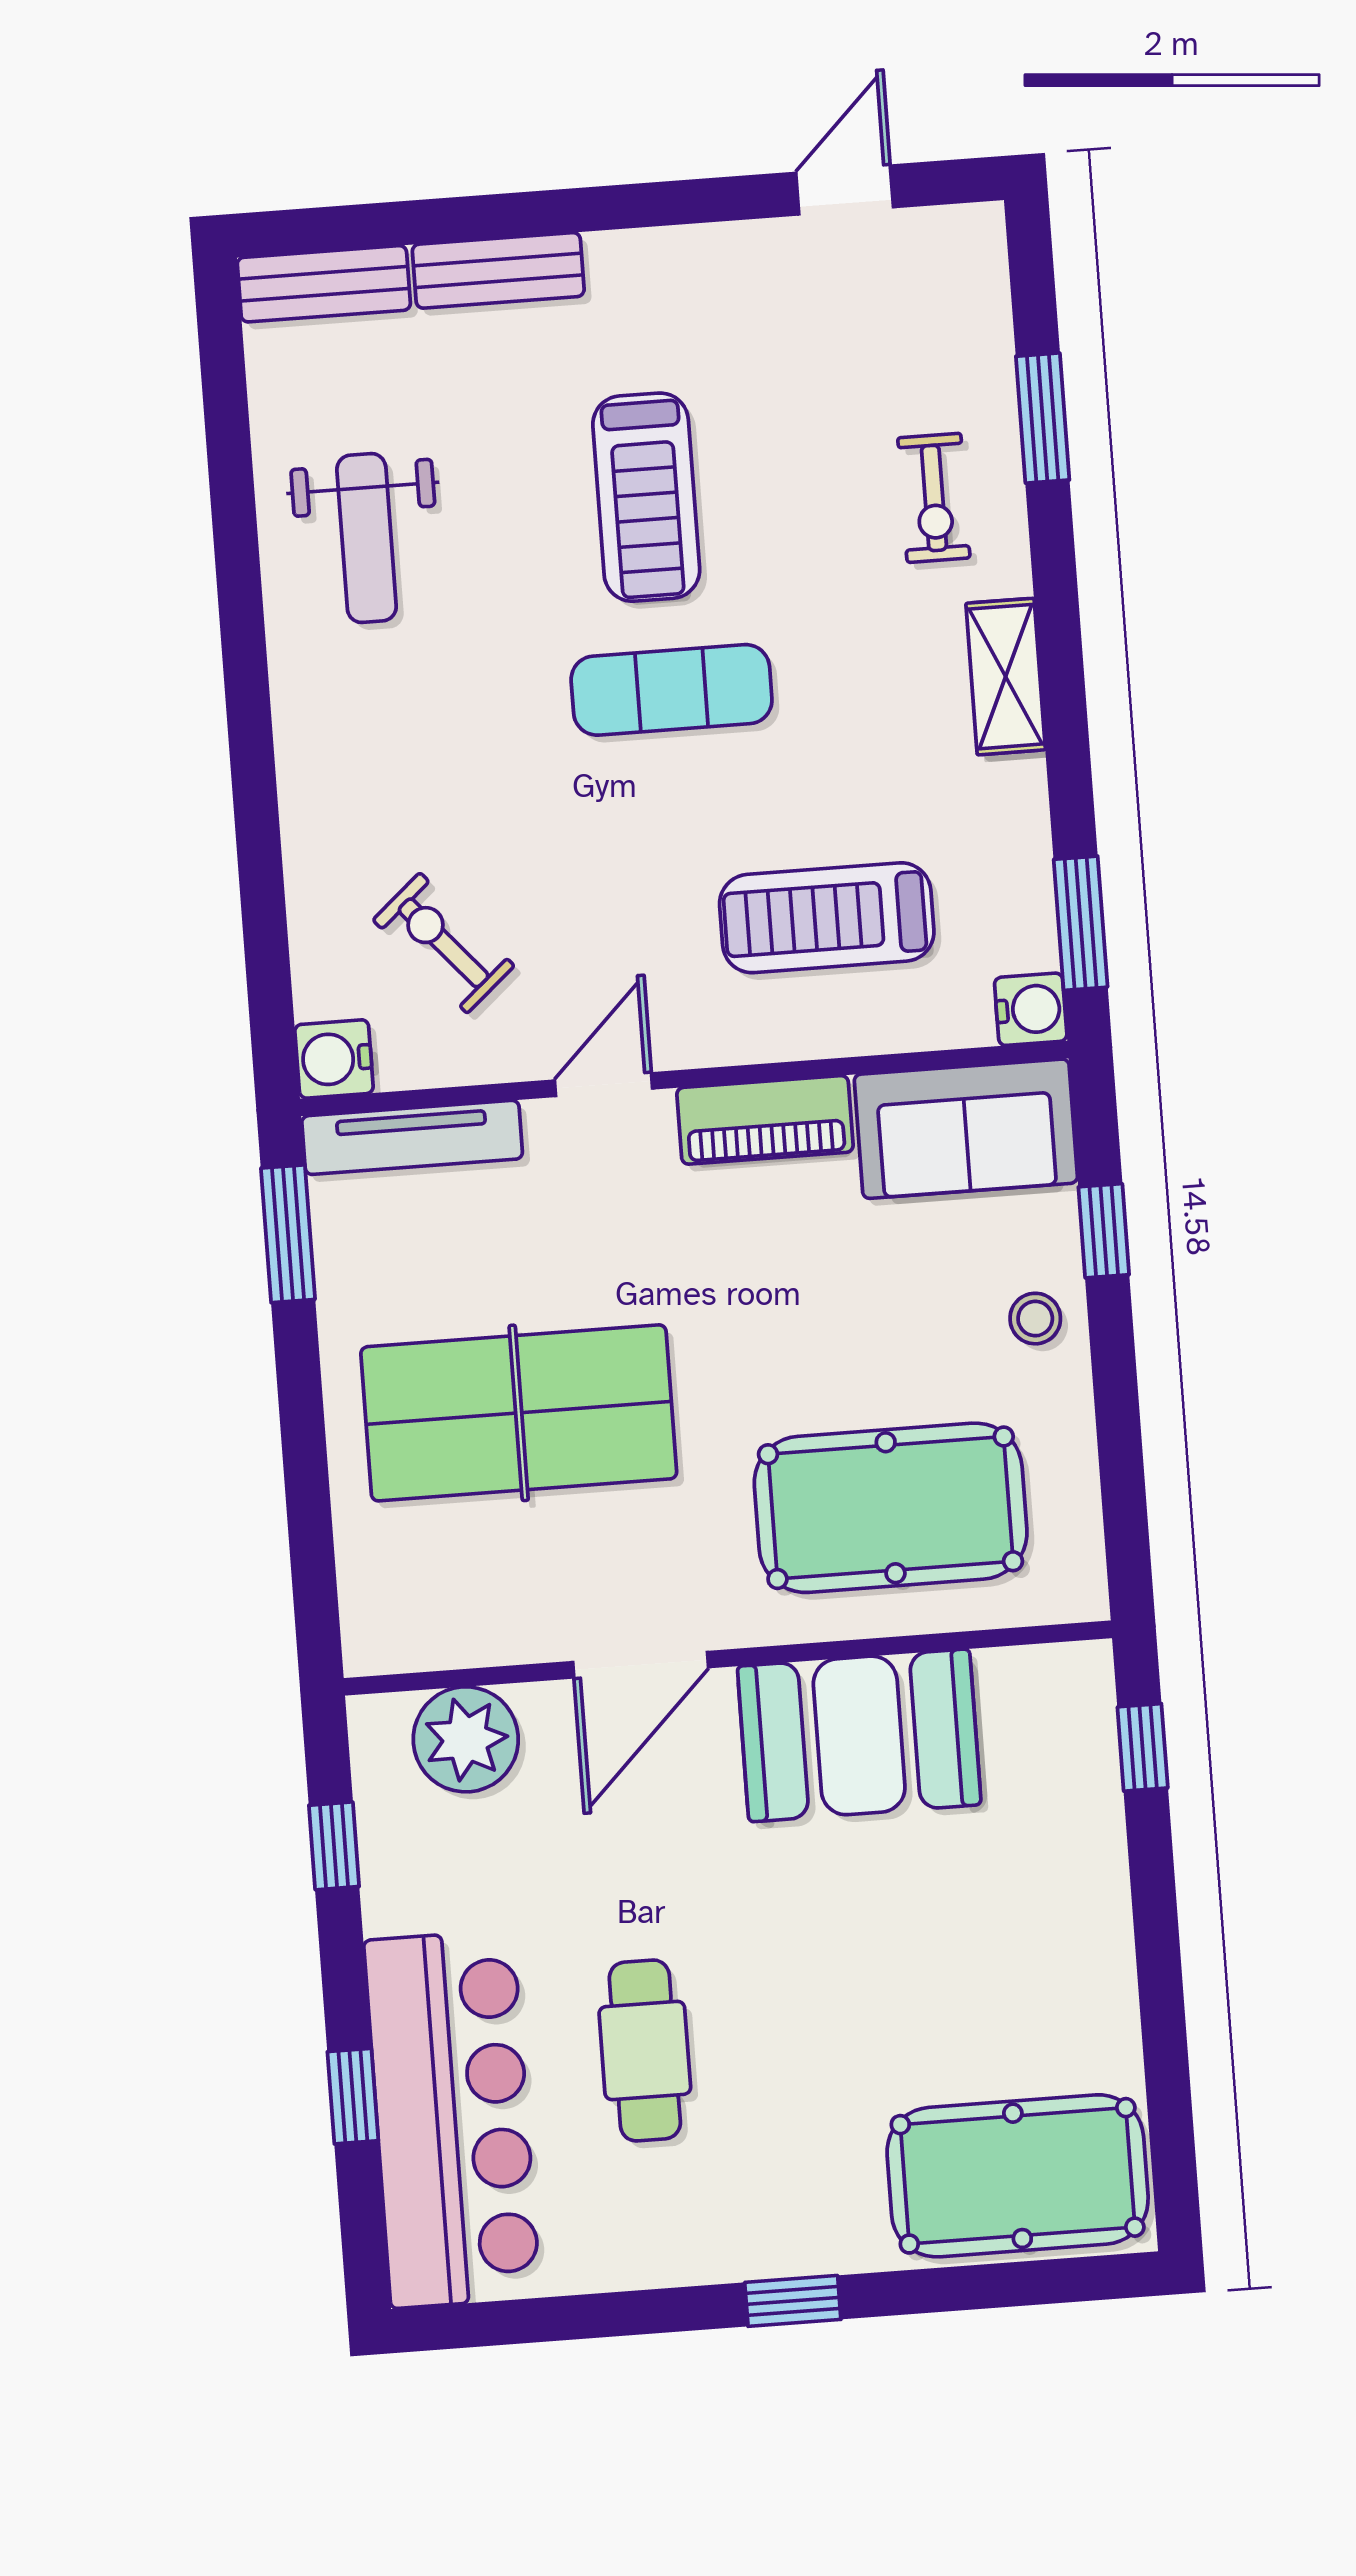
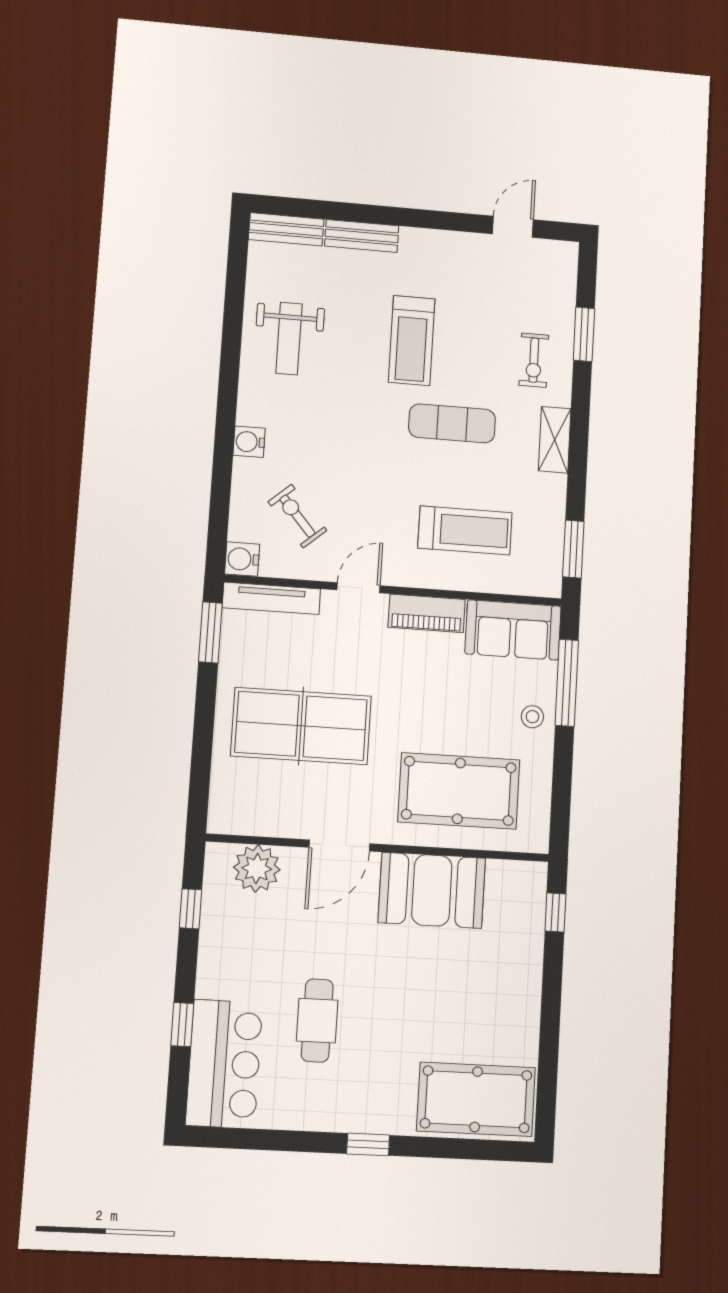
exercise mat: (672, 690) -> (452, 423), moved
treadmill: (827, 918) -> (465, 530), turned 180
water cooler: (1031, 1009) -> (249, 442), moved, turned 180
window: (1104, 1231) -> (567, 683), width x2.17
bar counter: (452, 2119) -> (224, 1064), width x0.73

